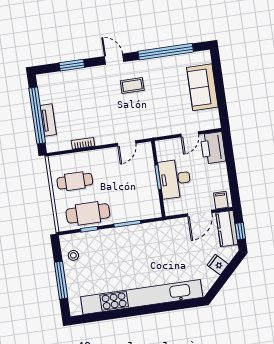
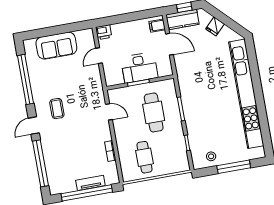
window: (72, 65) -> (40, 163), width x2.11
door: (190, 134) -> (99, 56), swing flipped
printer: (213, 148) -> (104, 32), width x0.53, depth x0.68
cafe table: (88, 213) -> (154, 112), moved

